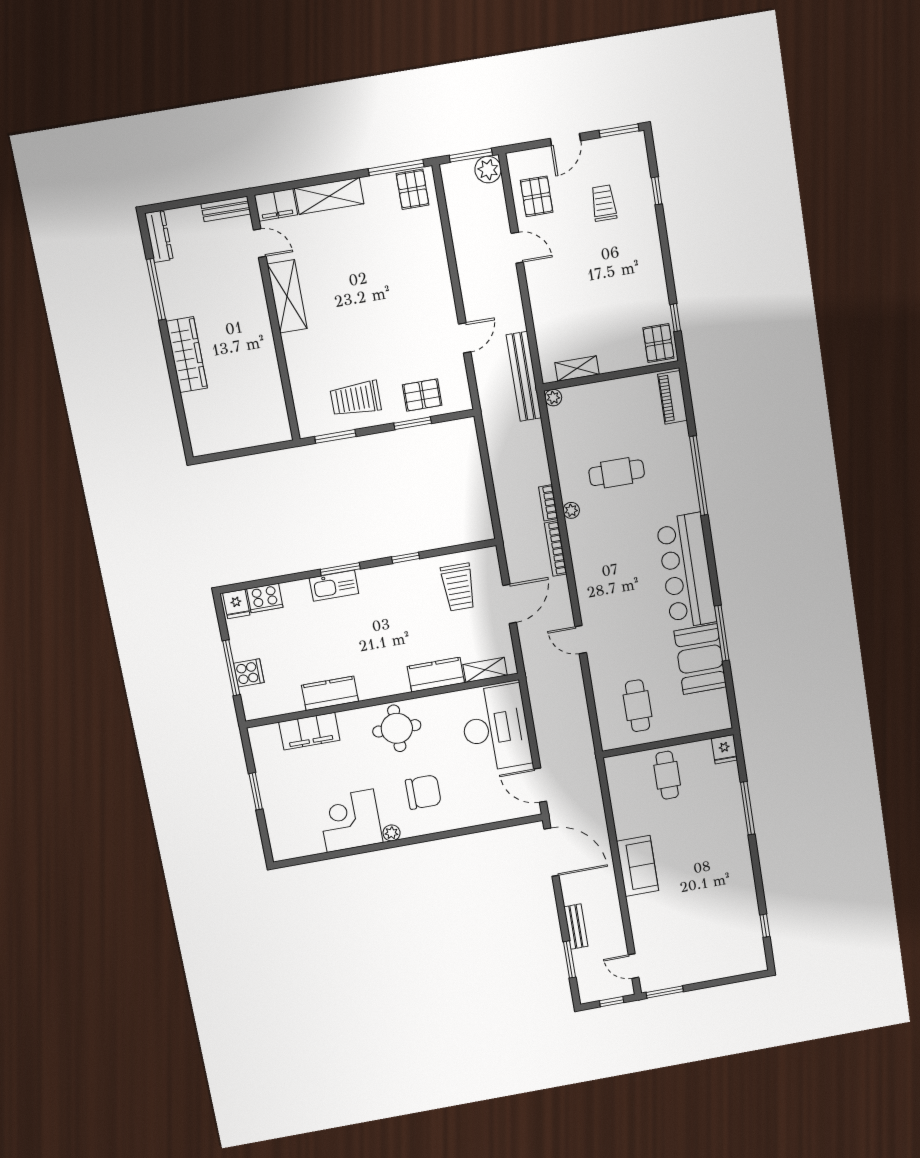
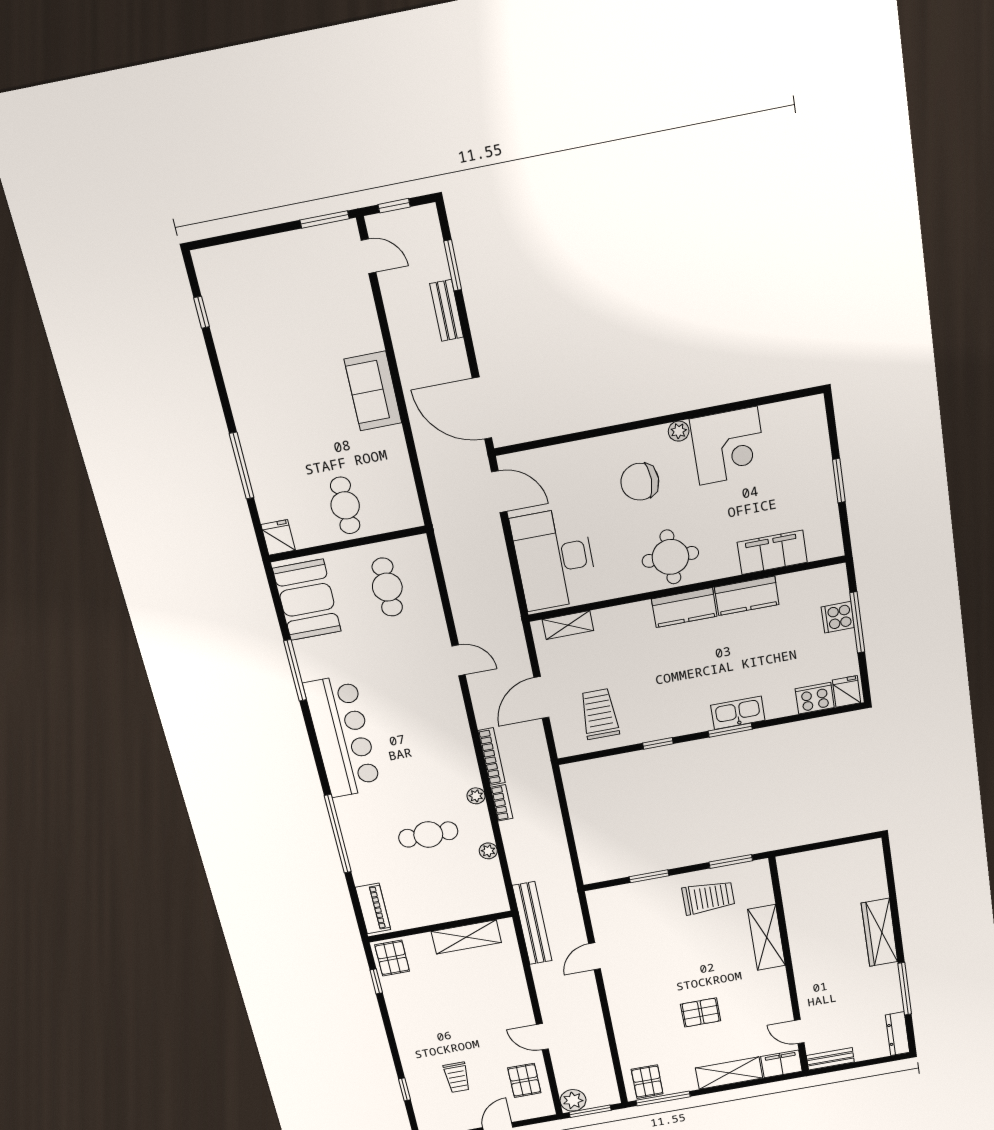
shelving: (287, 296) -> (767, 937), moved
shelving: (577, 369) -> (466, 937), width x1.50, depth x1.33
pallet: (422, 395) -> (701, 1012), moved
plant: (553, 398) -> (488, 851), moved
booth: (700, 659) -> (307, 600), moved
kitchen counter: (436, 675) -> (684, 608), moved

